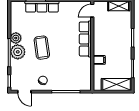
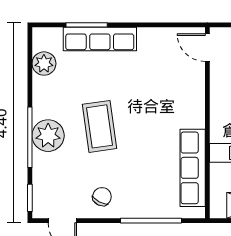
door: (92, 11) -> (207, 48), hinge flipped
plant: (16, 38) -> (44, 64), moved
row of seats: (85, 39) -> (193, 168), moved

